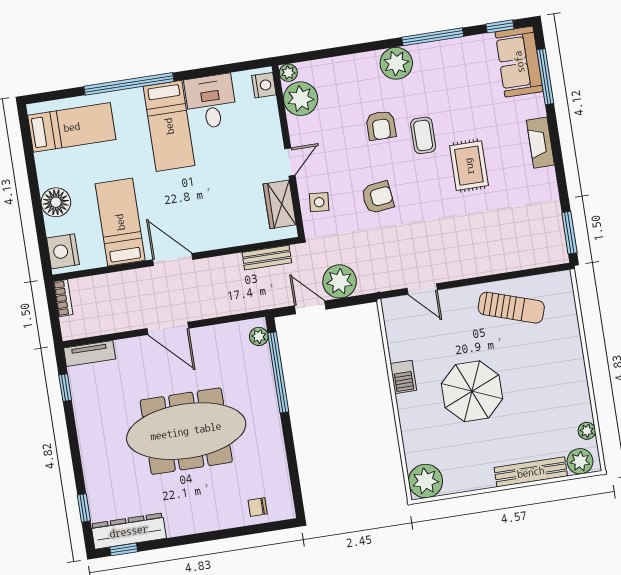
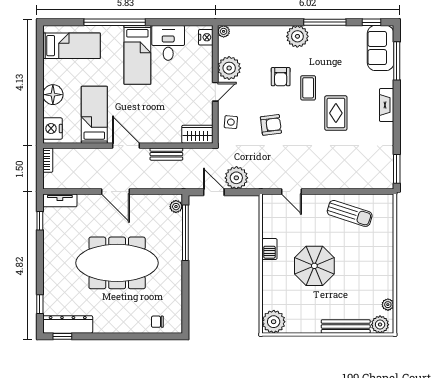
plant: (301, 99) -> (229, 68), moved
wardrobe: (280, 204) -> (197, 134), moved, turned 90
bench: (267, 258) -> (166, 154), moved

